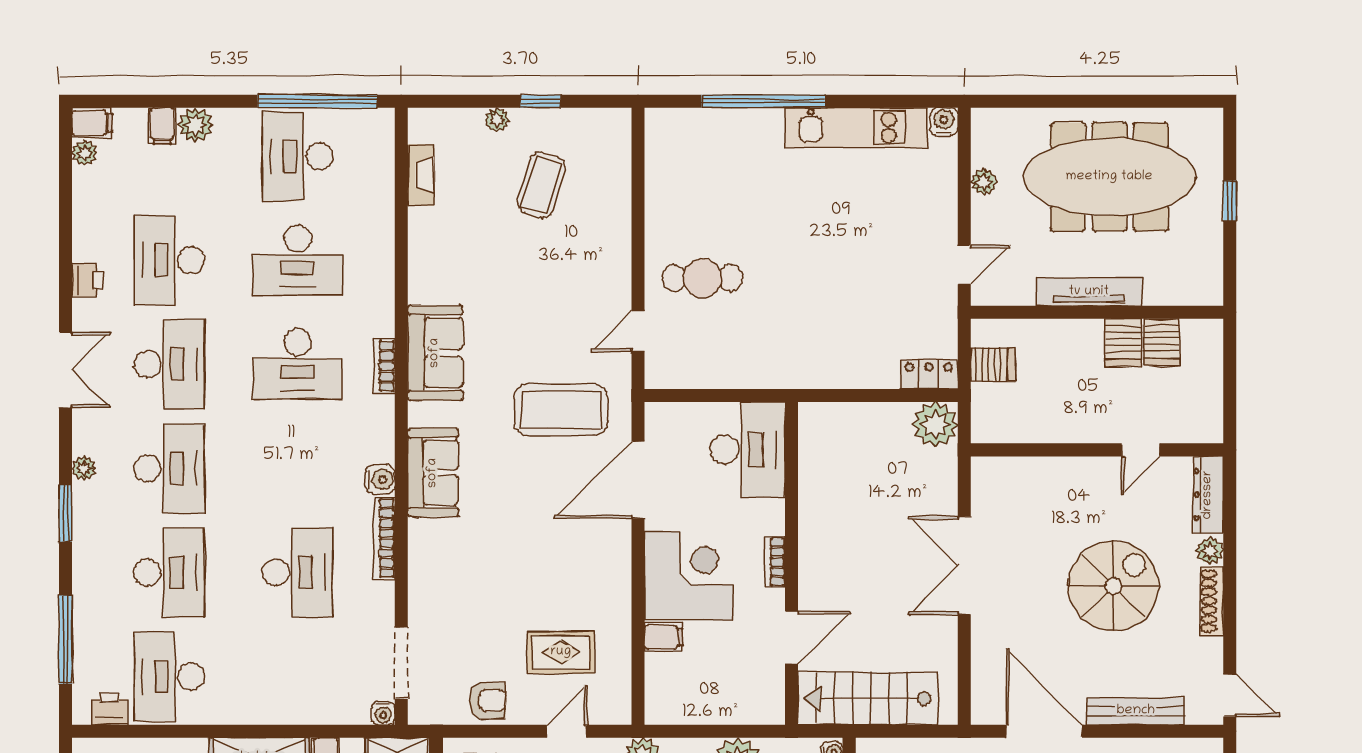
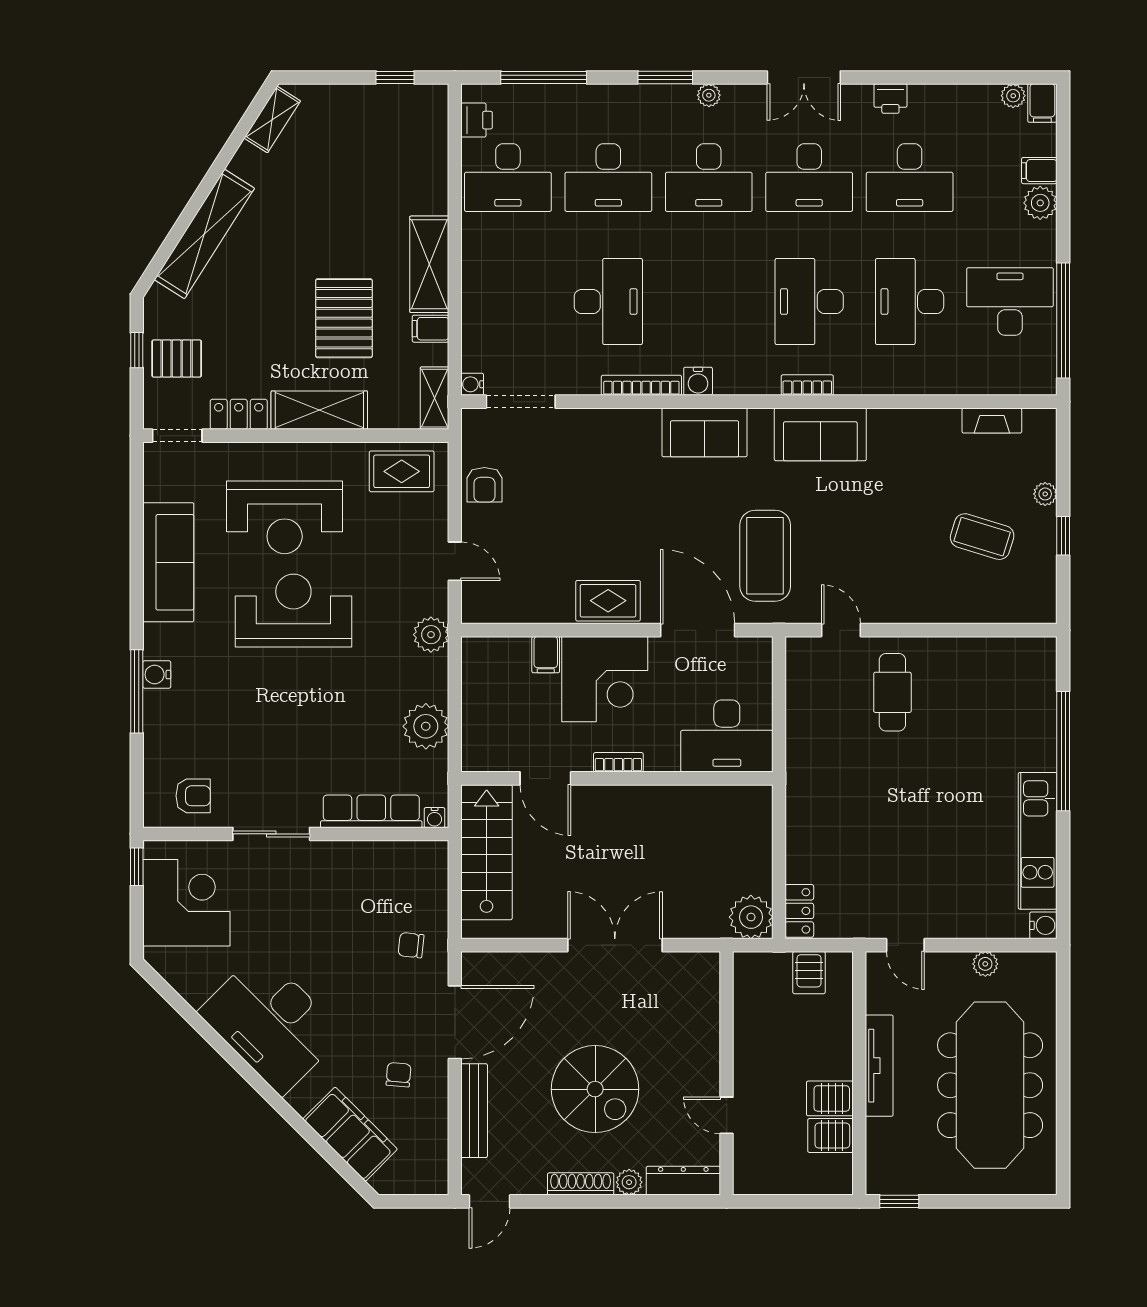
window: (1230, 201) -> (899, 1201), moved
desk: (169, 260) -> (910, 178), turned 180
desk: (298, 572) -> (608, 302), turned -90
rug: (561, 652) -> (608, 601), moved, turned 90
desk: (169, 676) -> (508, 178), turned 180

